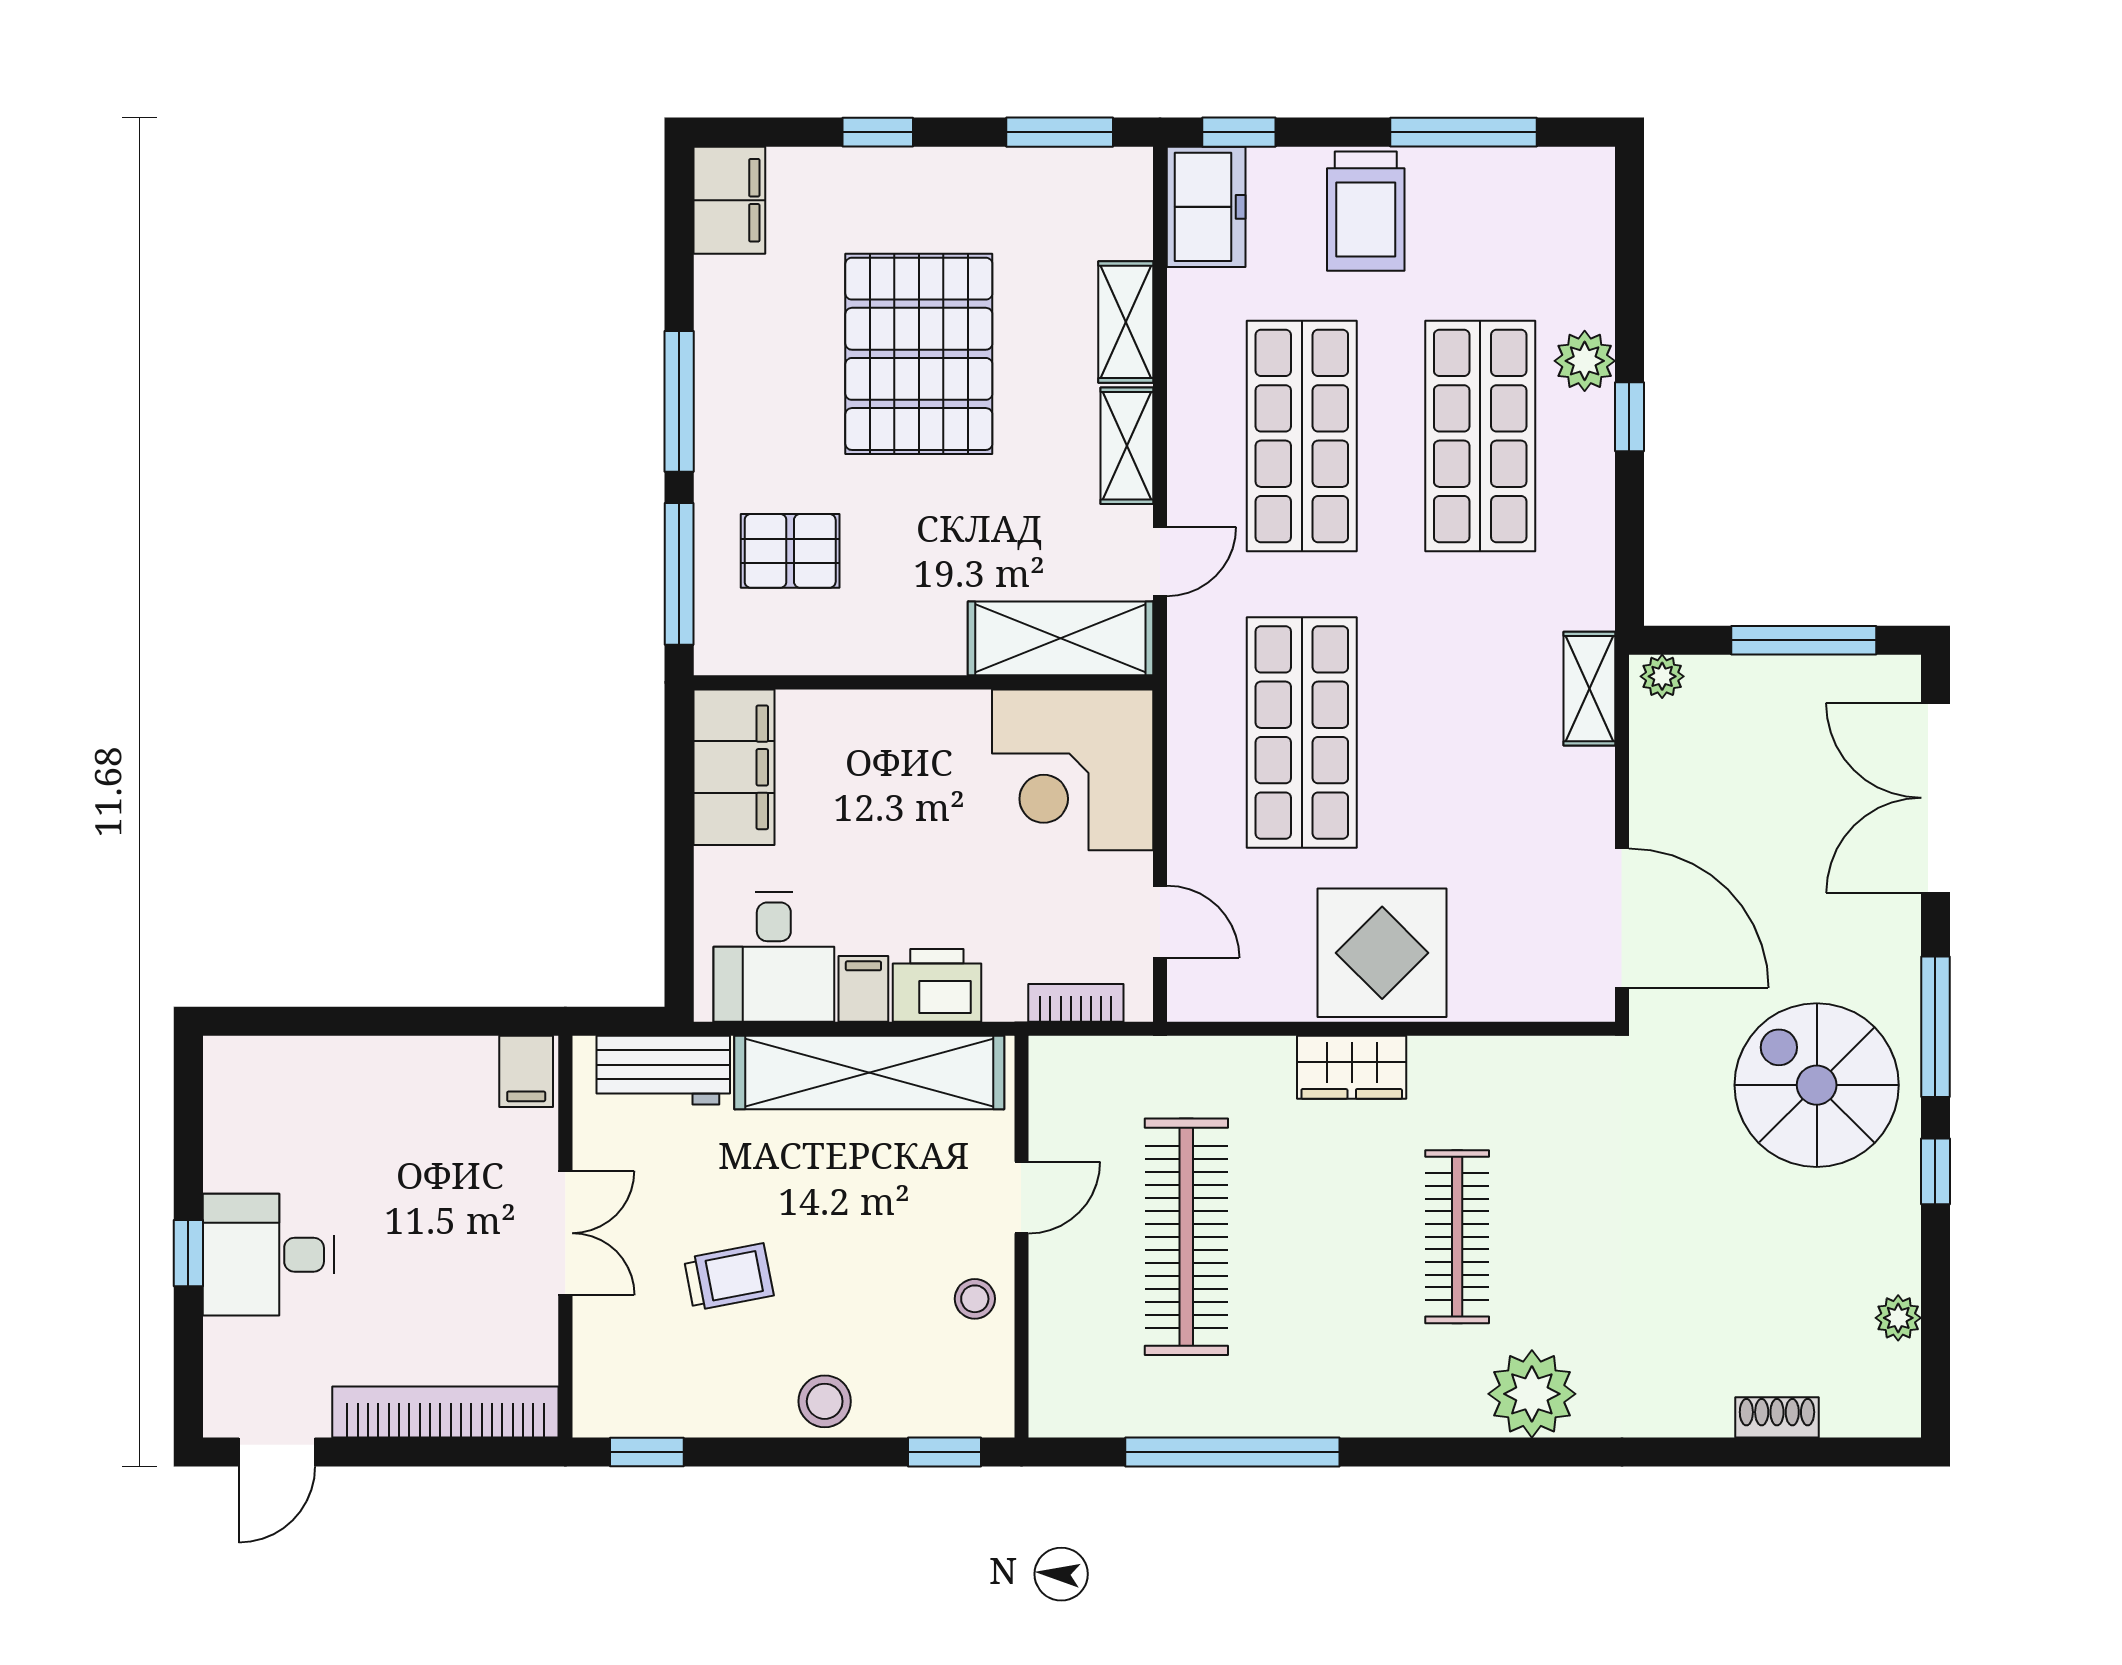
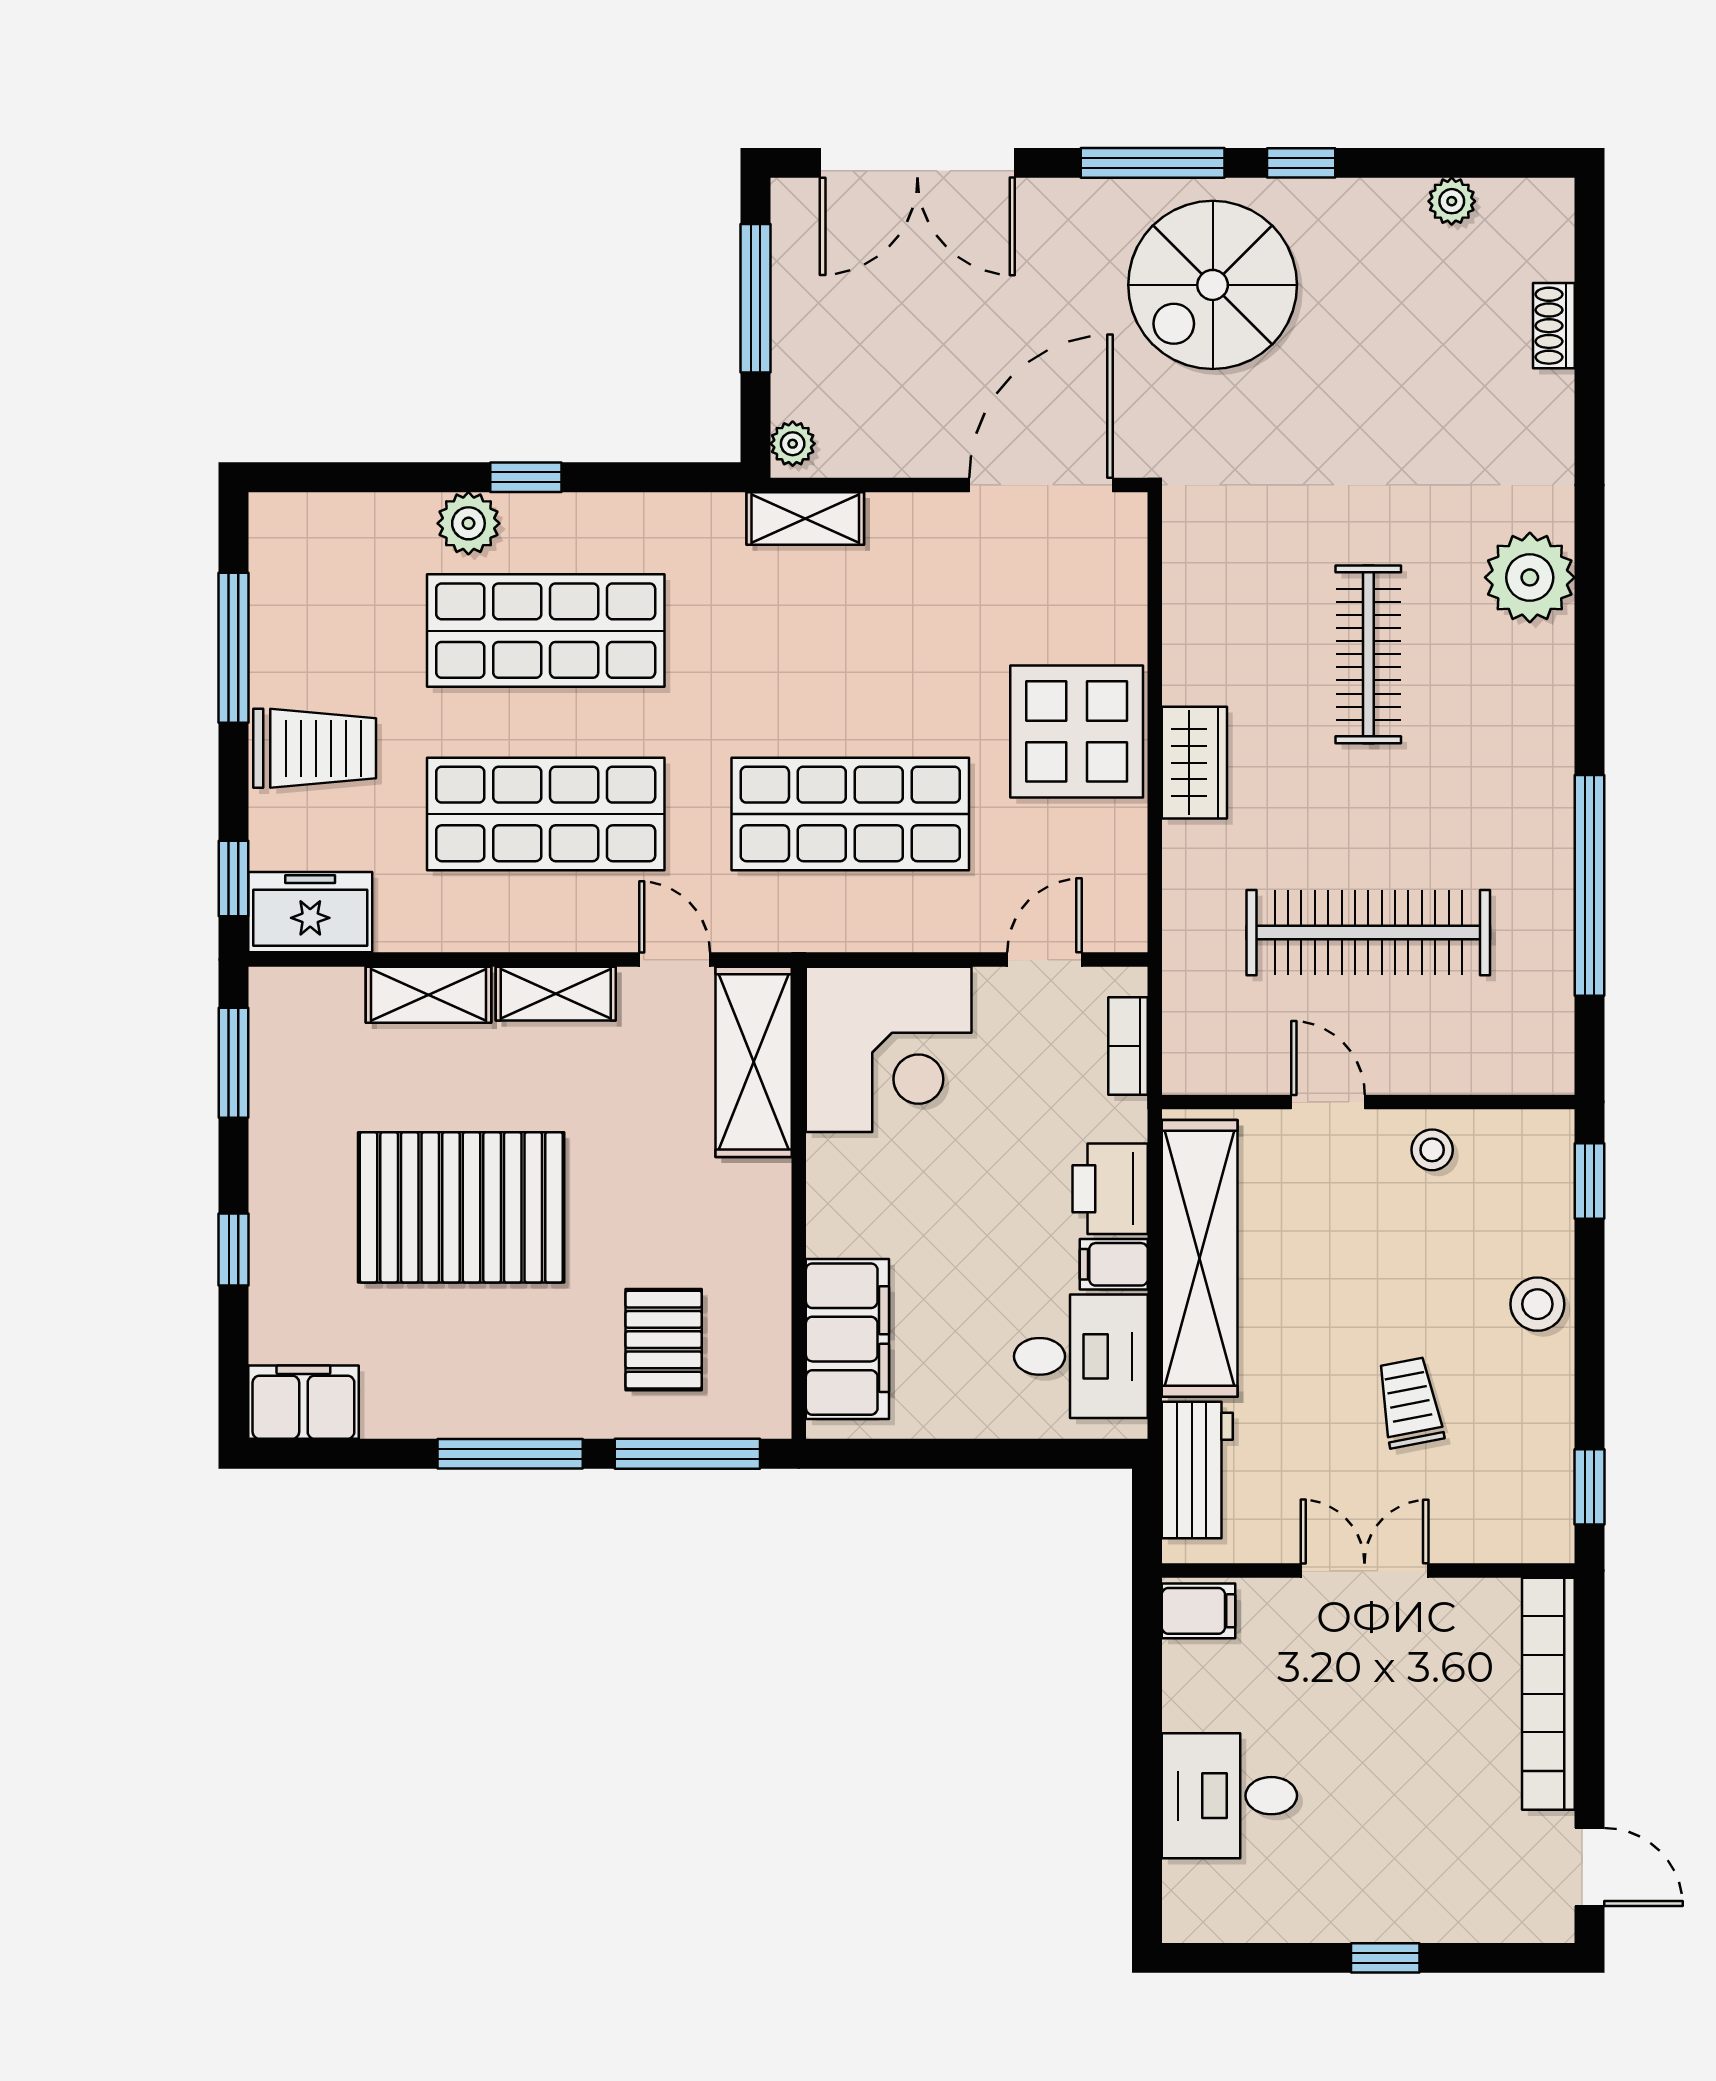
filing cabinet: (734, 767) -> (847, 1339), moved, turned 90
clothes rail: (1457, 1237) -> (1368, 654), turned 90
desk: (269, 1255) -> (1229, 1796), moved, turned 90

